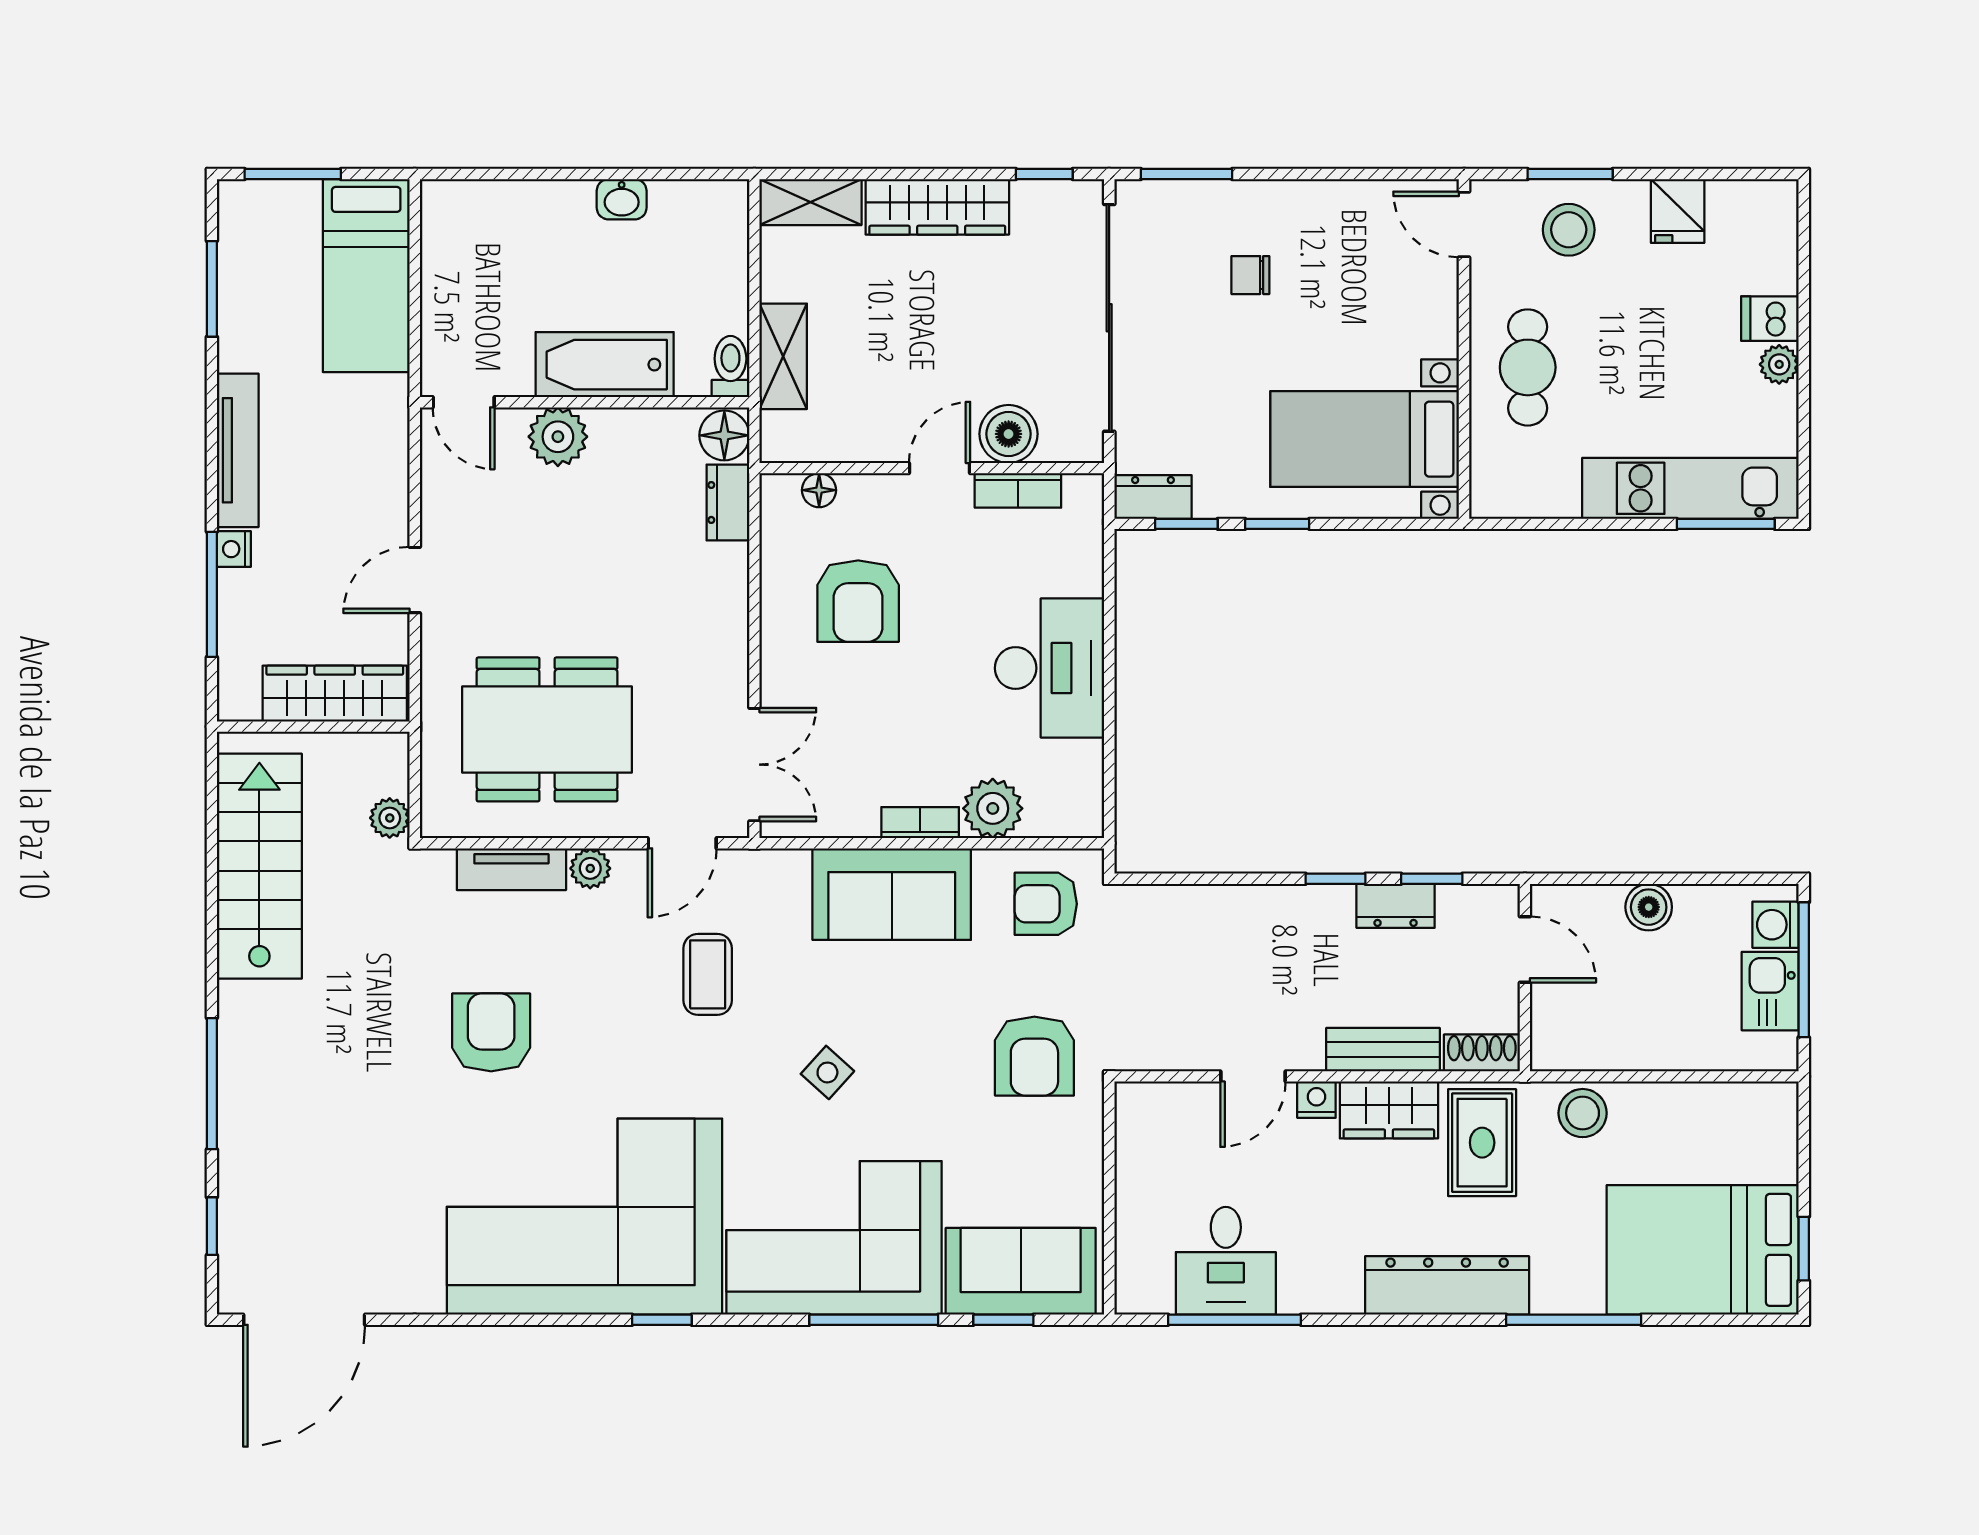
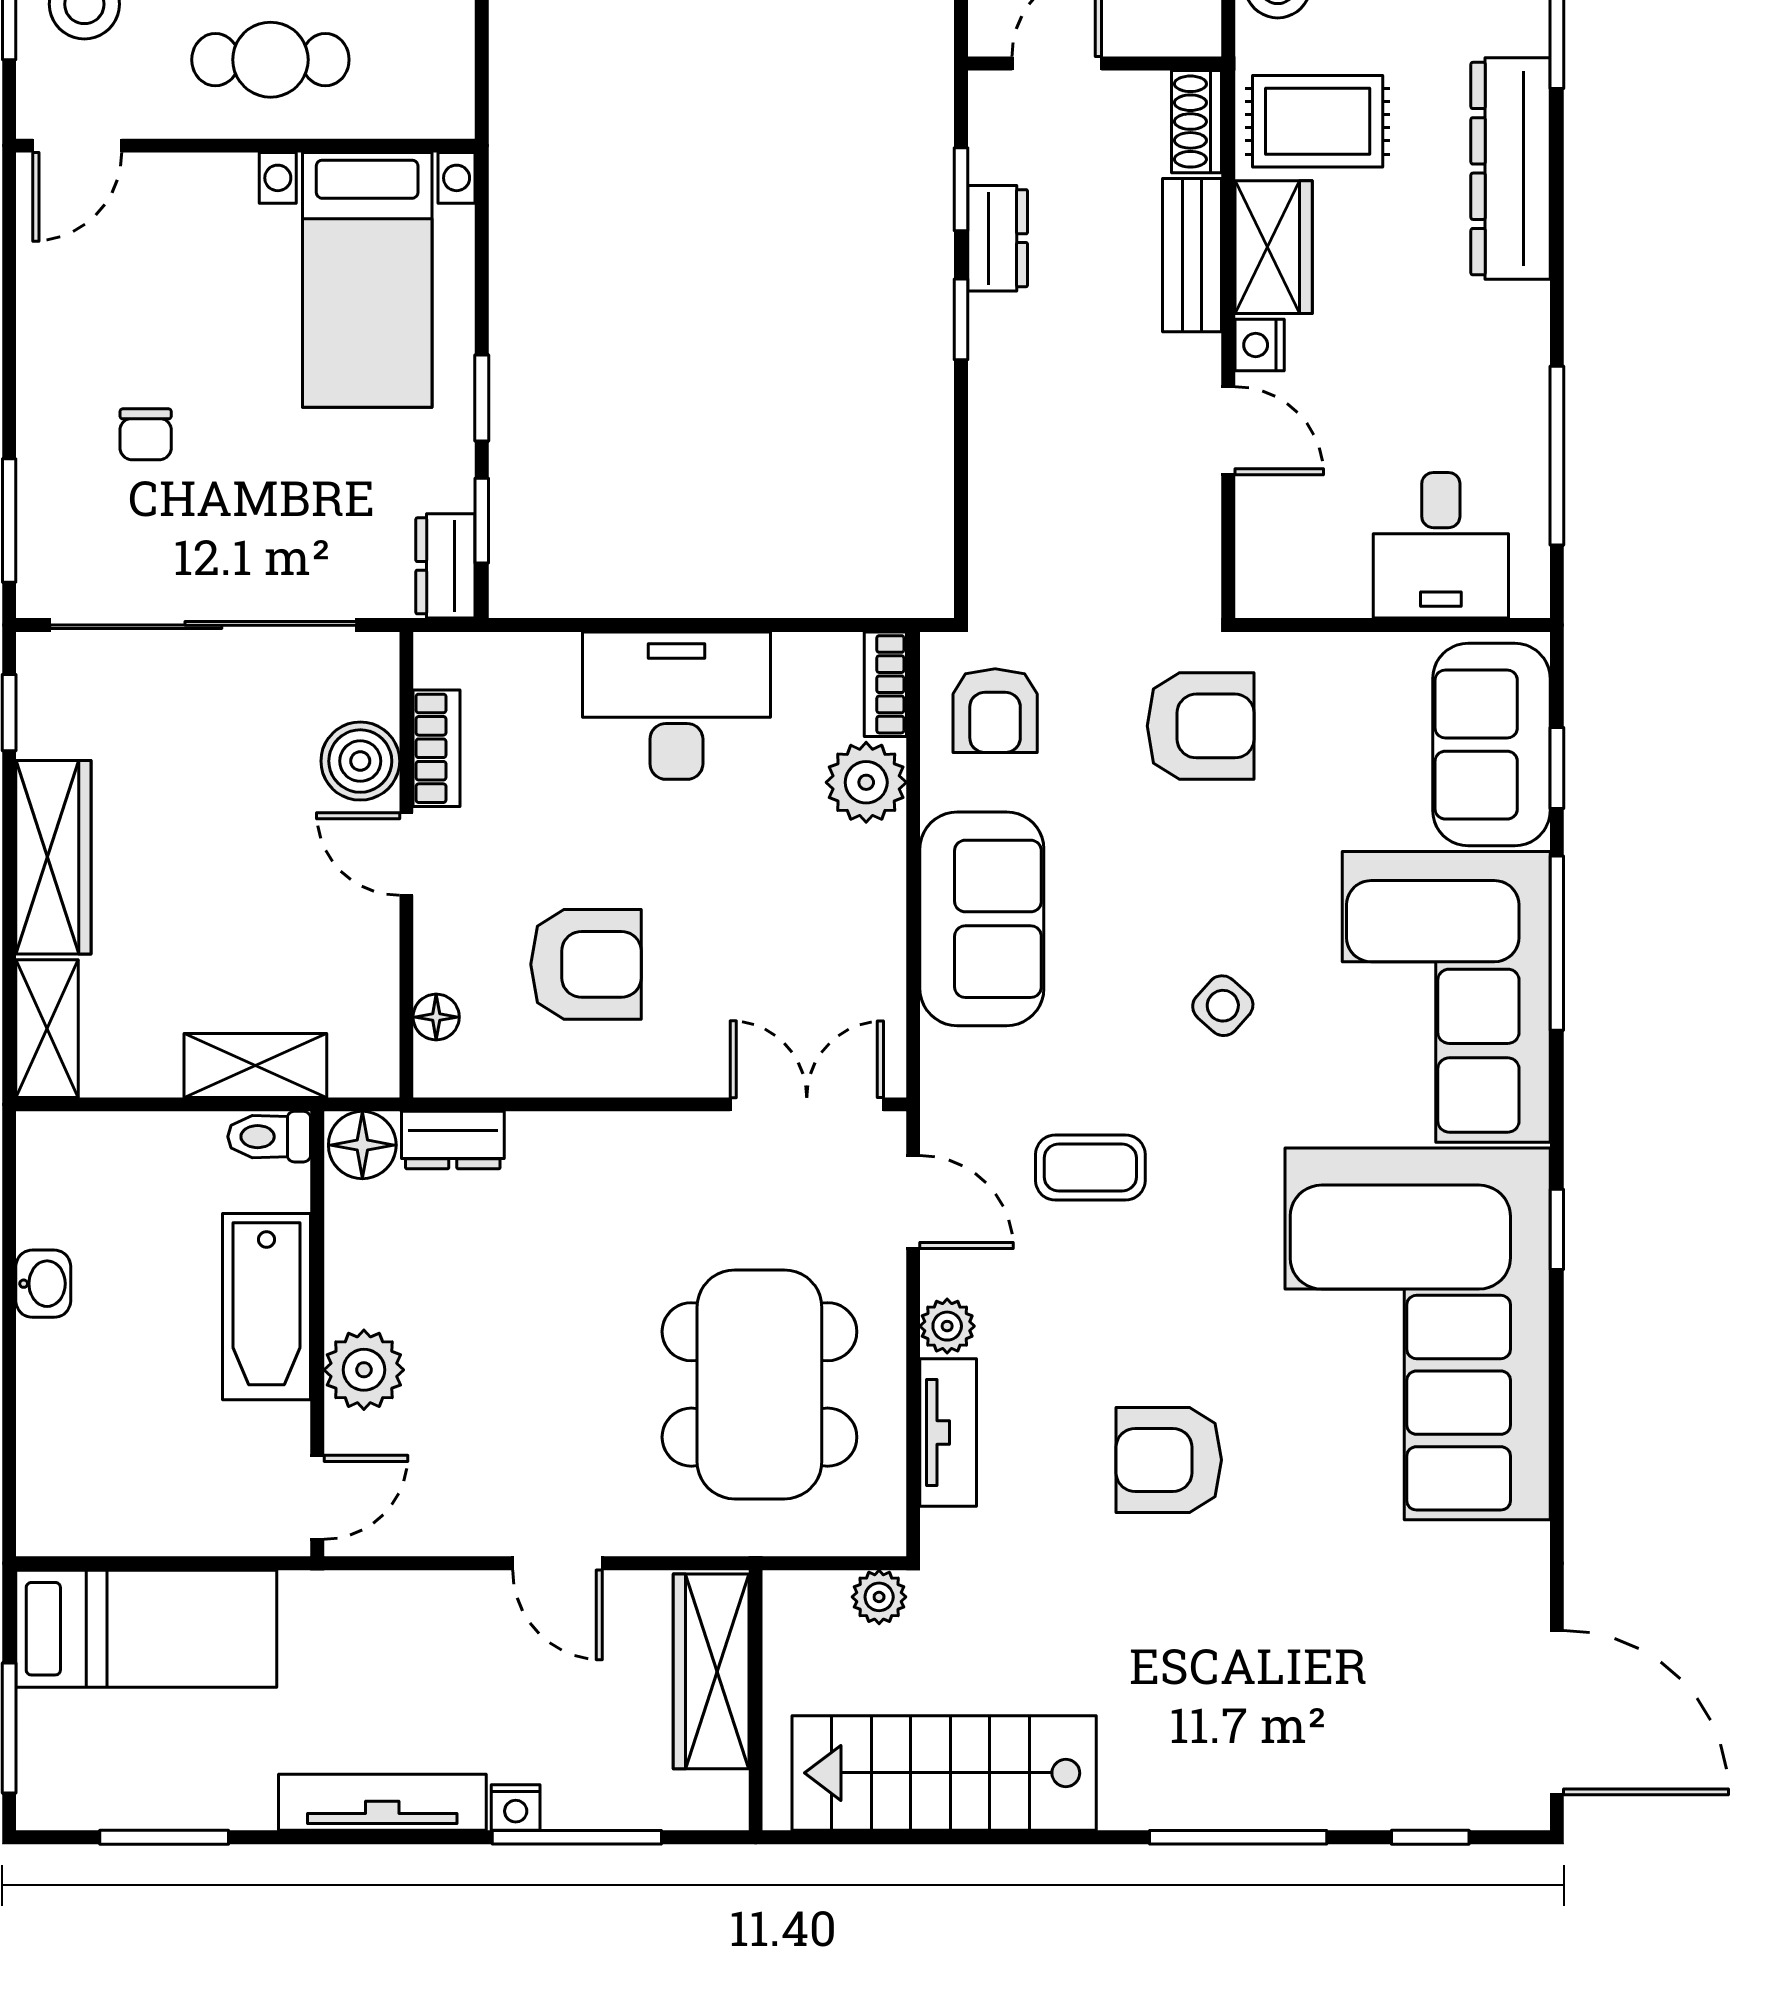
bookcase: (920, 823) -> (885, 684), moved
desk: (1226, 1261) -> (1441, 545), moved, turned 90

